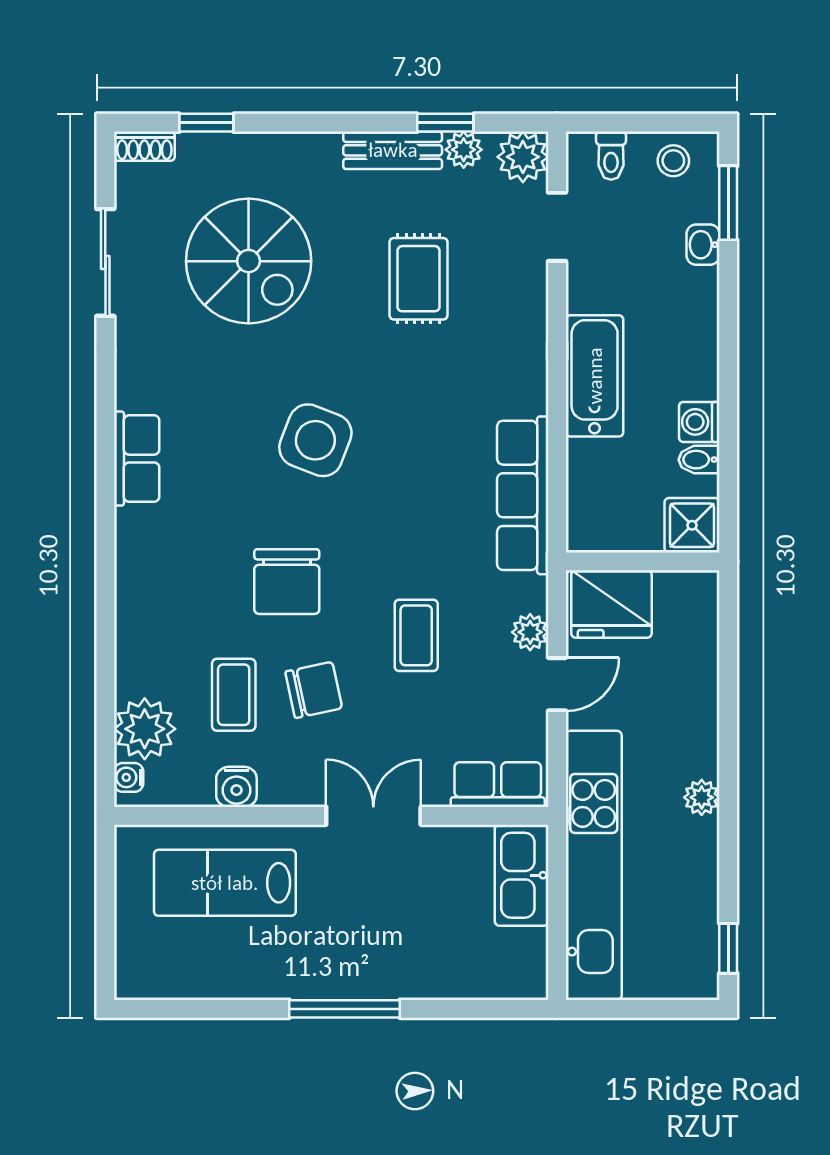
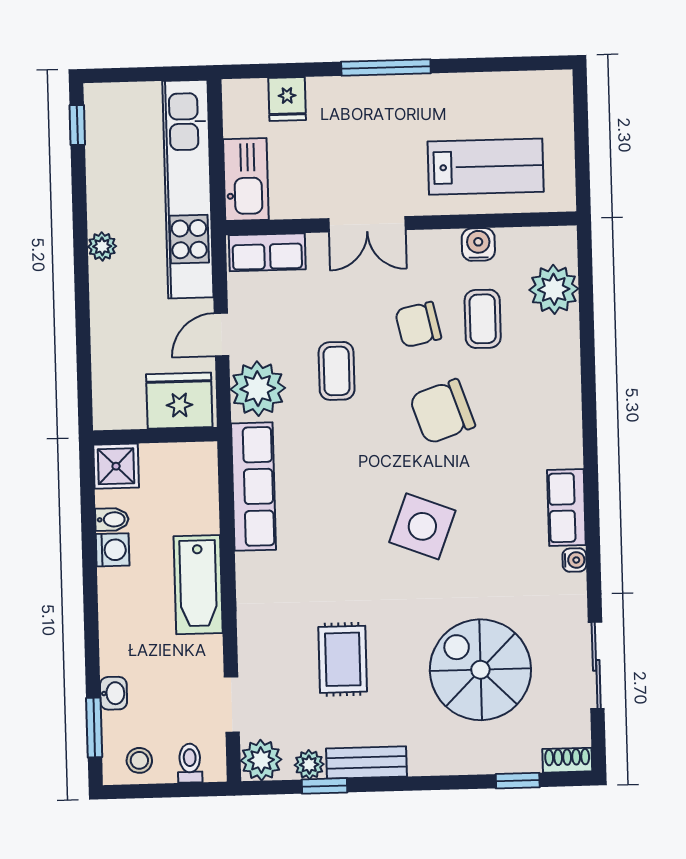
chair: (287, 582) -> (442, 412), turned -109
plant: (530, 632) -> (258, 389), width x1.87, depth x1.87
water cooler: (129, 777) -> (574, 560), moved
fridge: (468, 973) -> (287, 99), added

